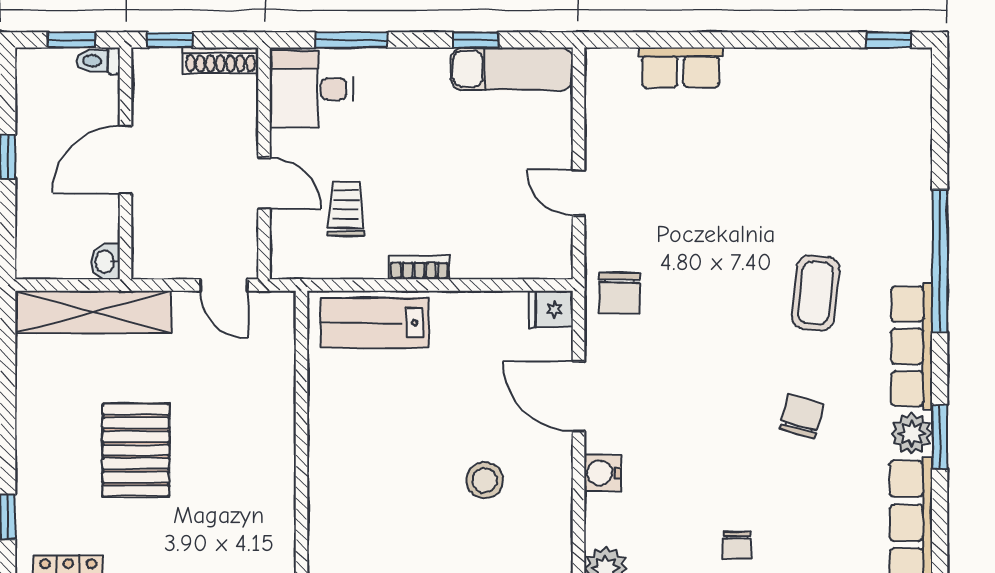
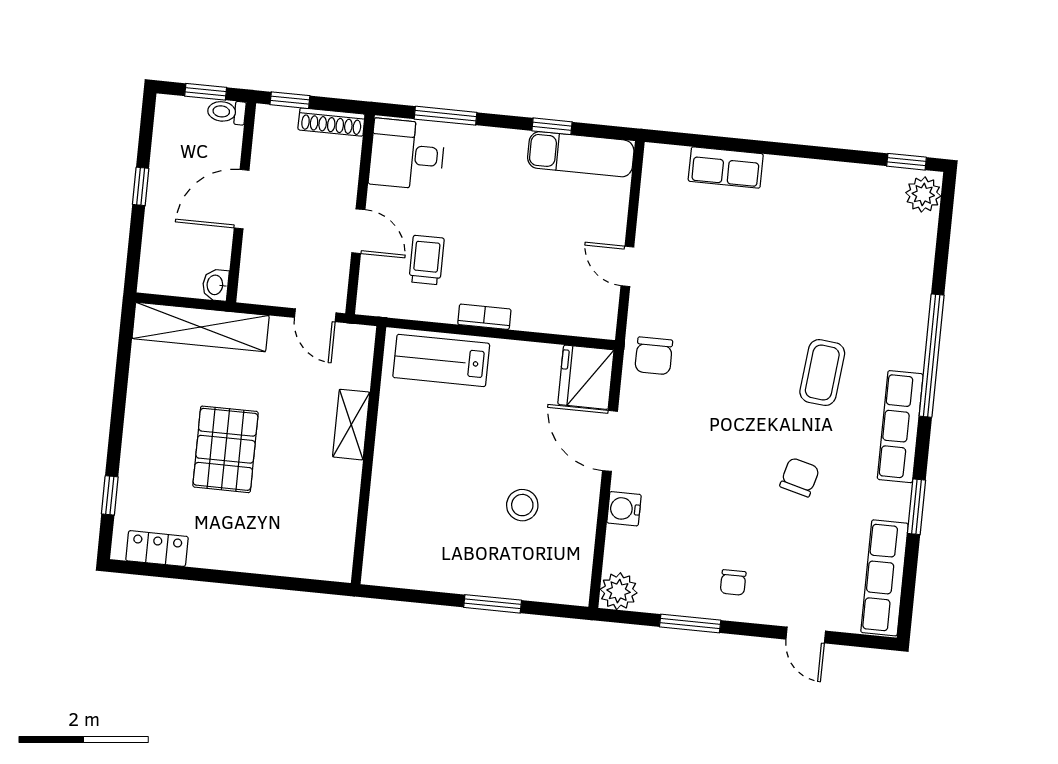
fridge: (551, 309) -> (586, 377), width x1.88, depth x1.34
shelving: (278, 407) -> (351, 425), added
plant: (912, 433) -> (923, 194), moved

